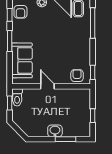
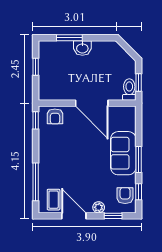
sofa: (22, 60) -> (123, 153), moved
door: (47, 86) -> (92, 103), width x1.87

